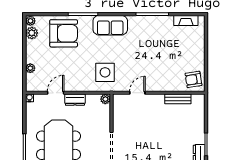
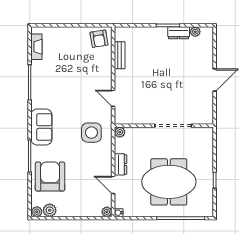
plant: (30, 68) -> (107, 212), moved

